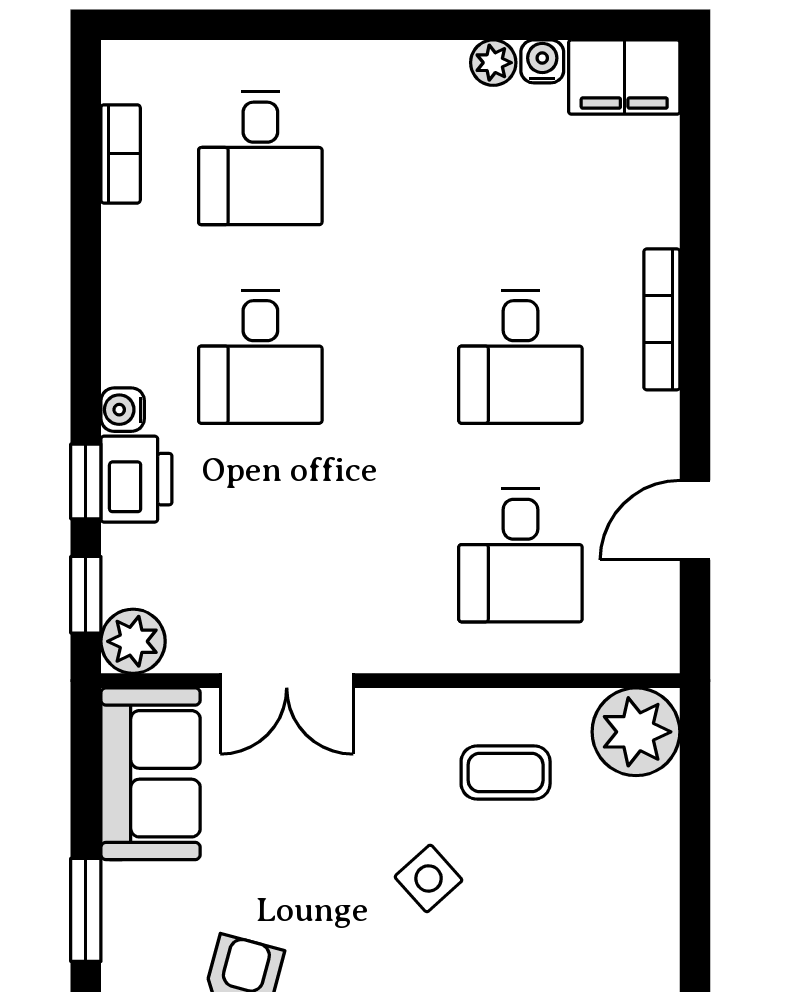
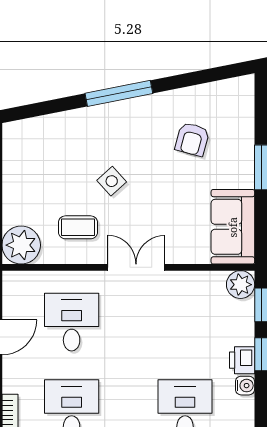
printer: (136, 479) -> (242, 360), width x0.73, depth x0.81
double door: (287, 681) -> (136, 267), moved

